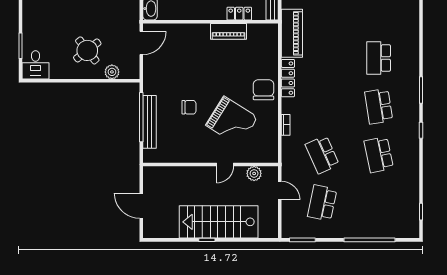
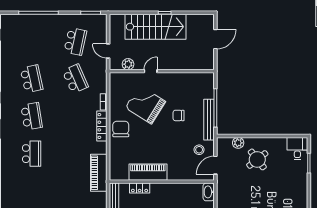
piano: (228, 31) -> (148, 172), width x1.37, depth x1.33
stool: (162, 63) -> (199, 150), added
locker: (288, 78) -> (102, 126), moved
chair: (263, 90) -> (121, 129), turned 180
bench: (150, 122) -> (209, 120), moved
door: (141, 206) -> (215, 39), hinge flipped

